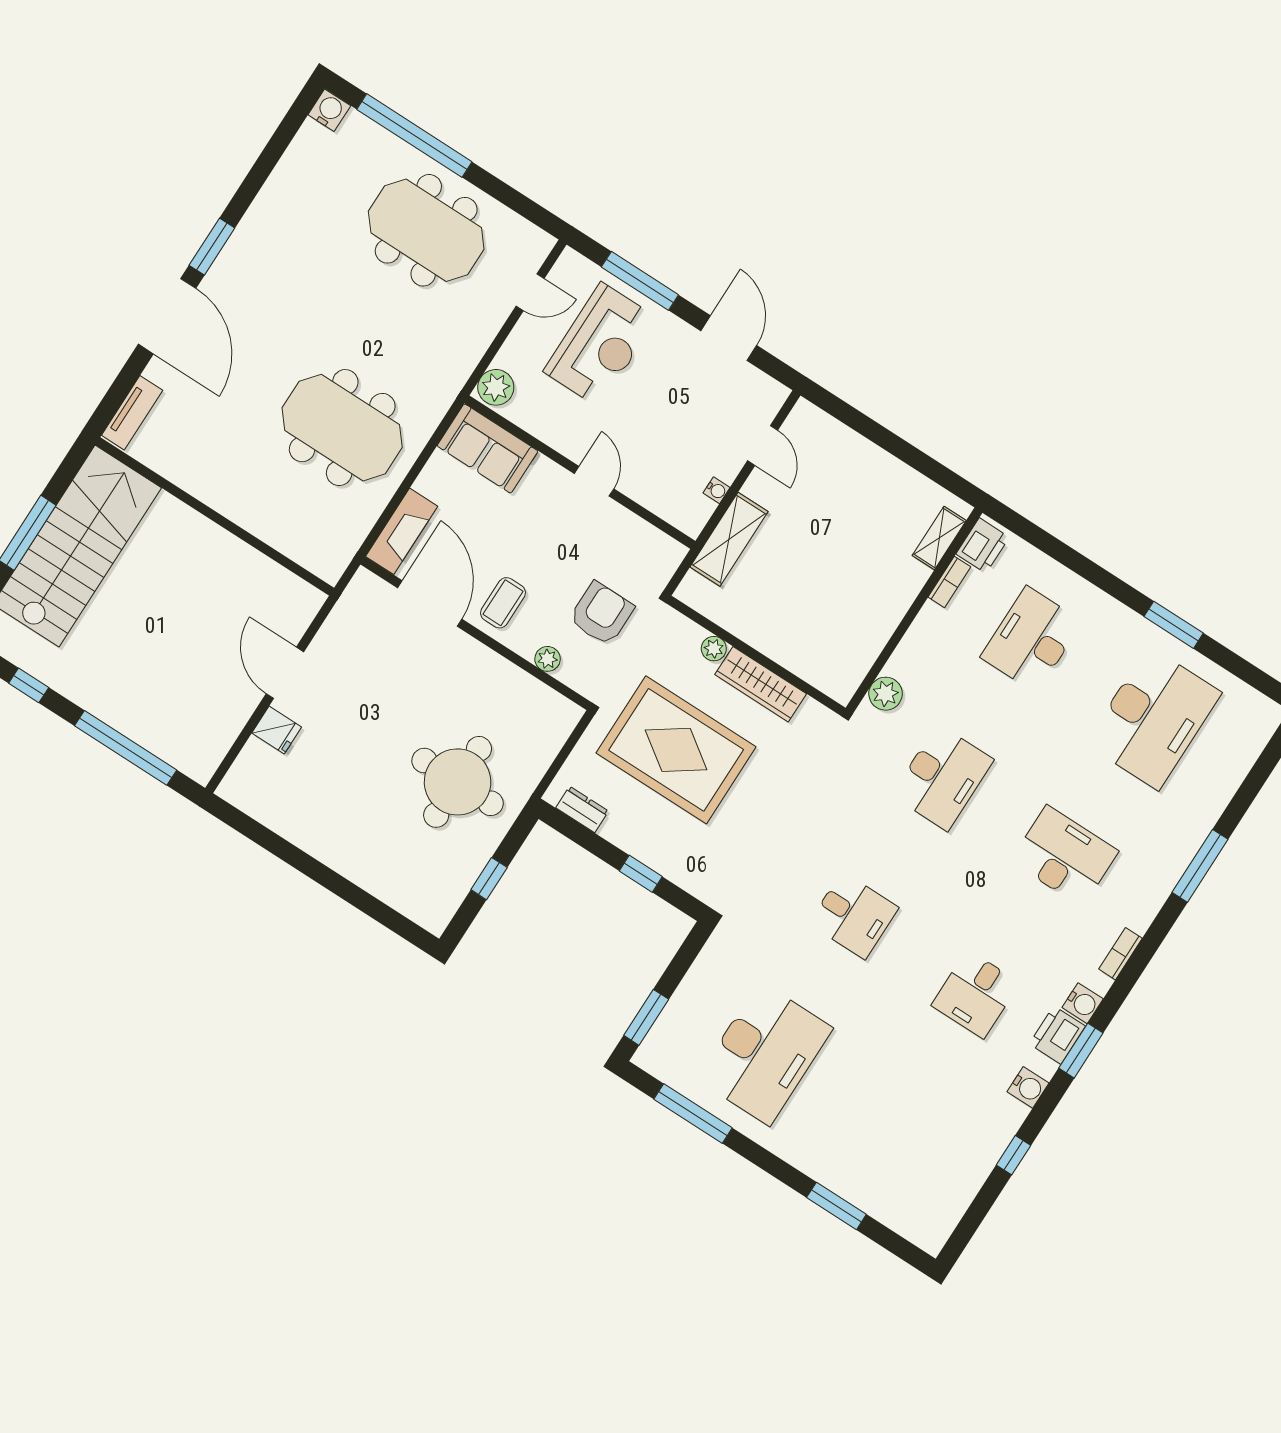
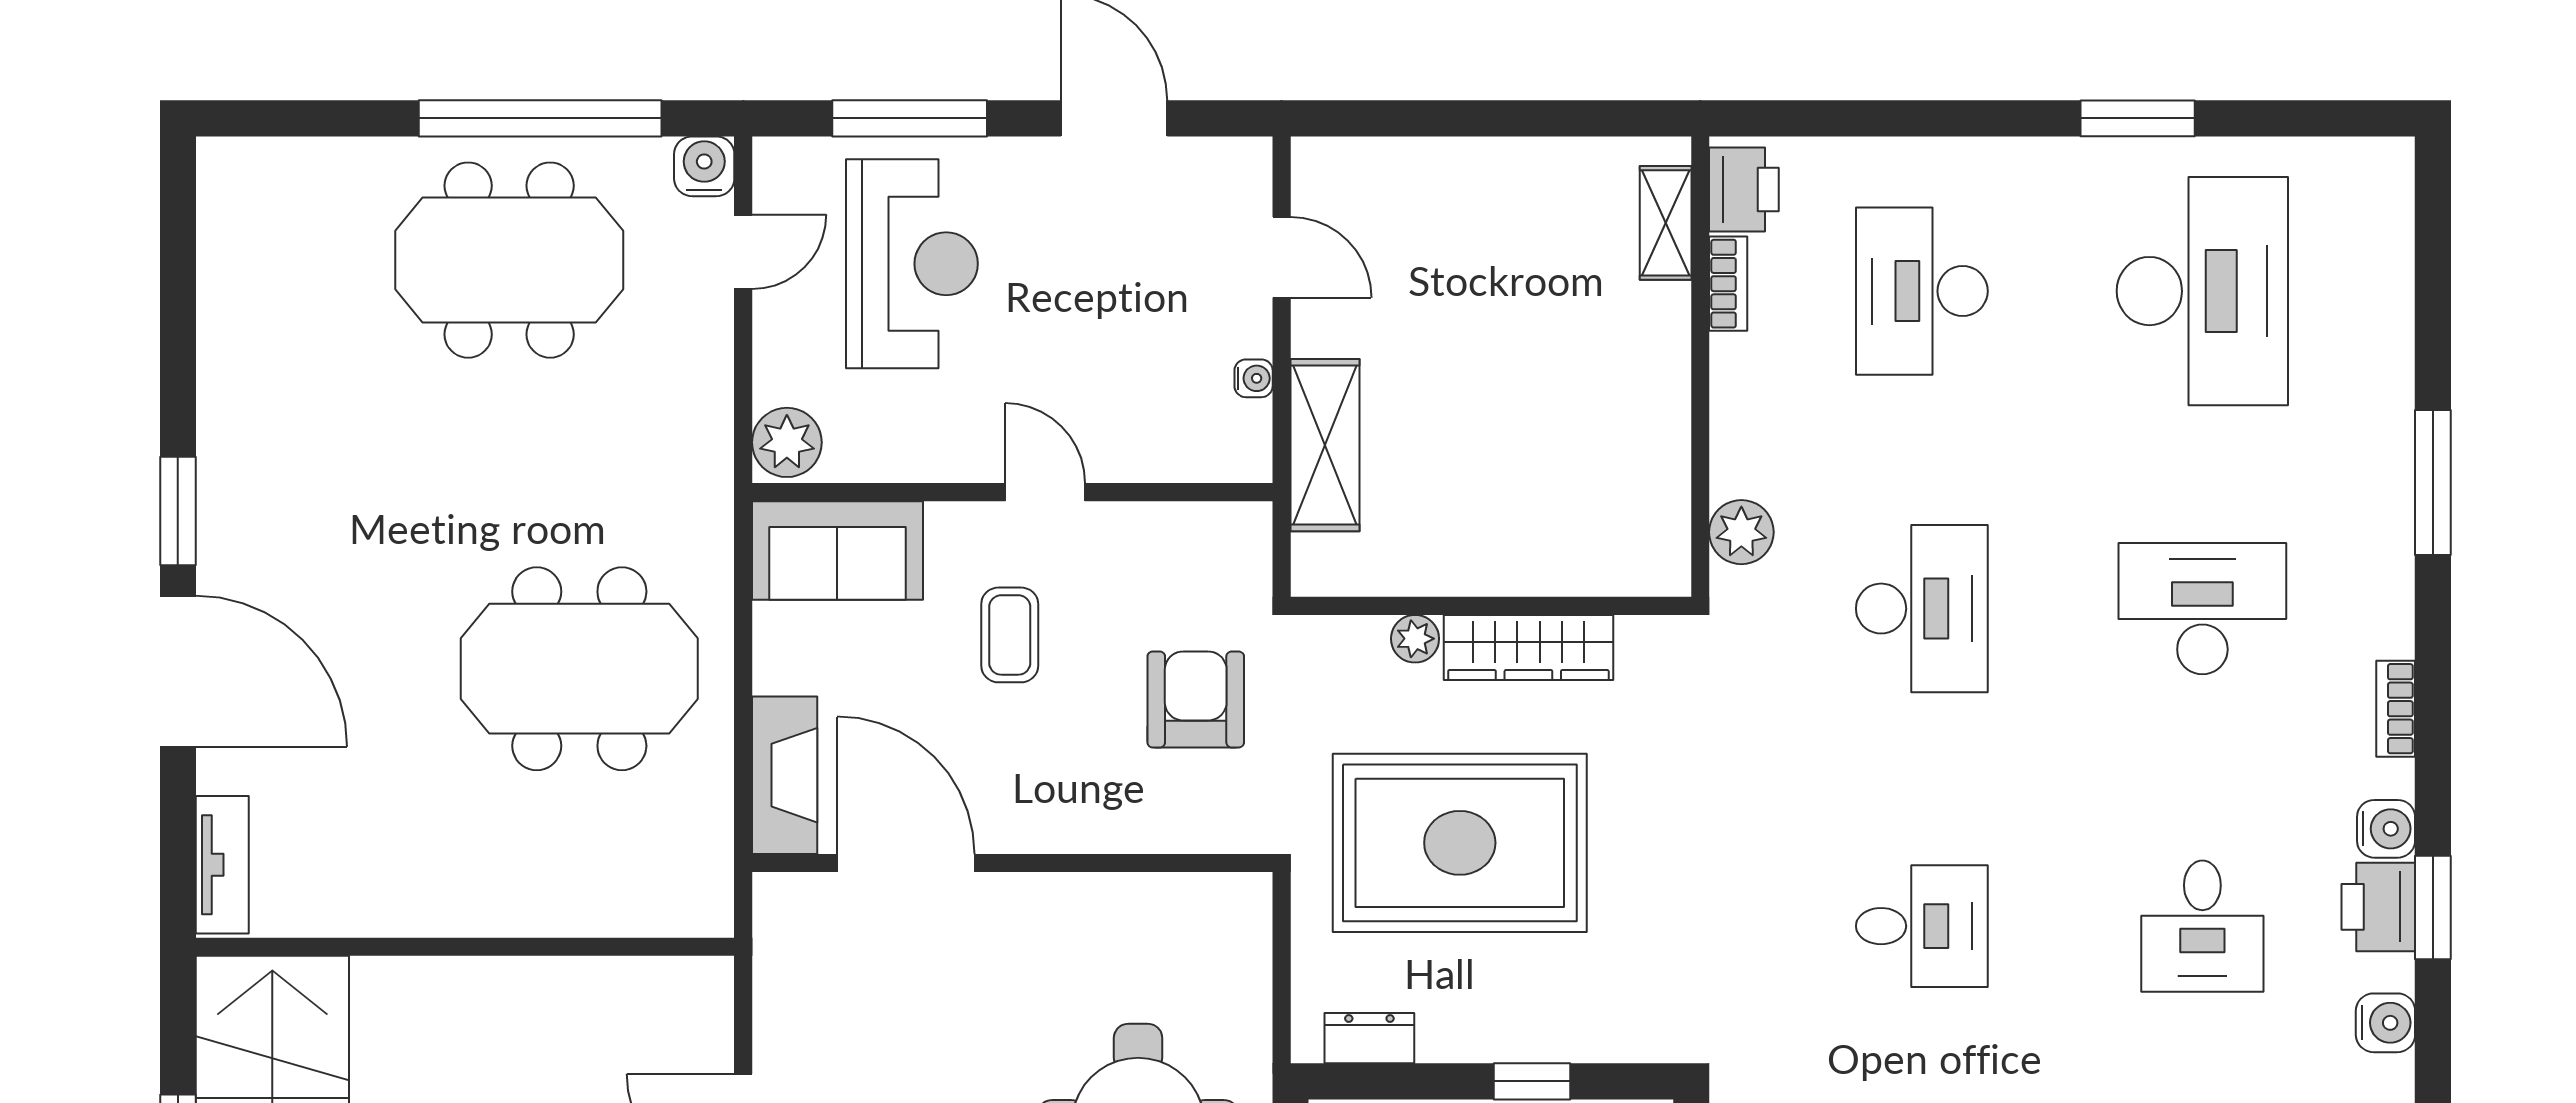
water cooler: (329, 110) -> (704, 166), moved
window: (414, 136) -> (540, 118), moved
coffee table: (503, 603) -> (1010, 635), moved
plant: (548, 659) -> (1155, 830), removed

